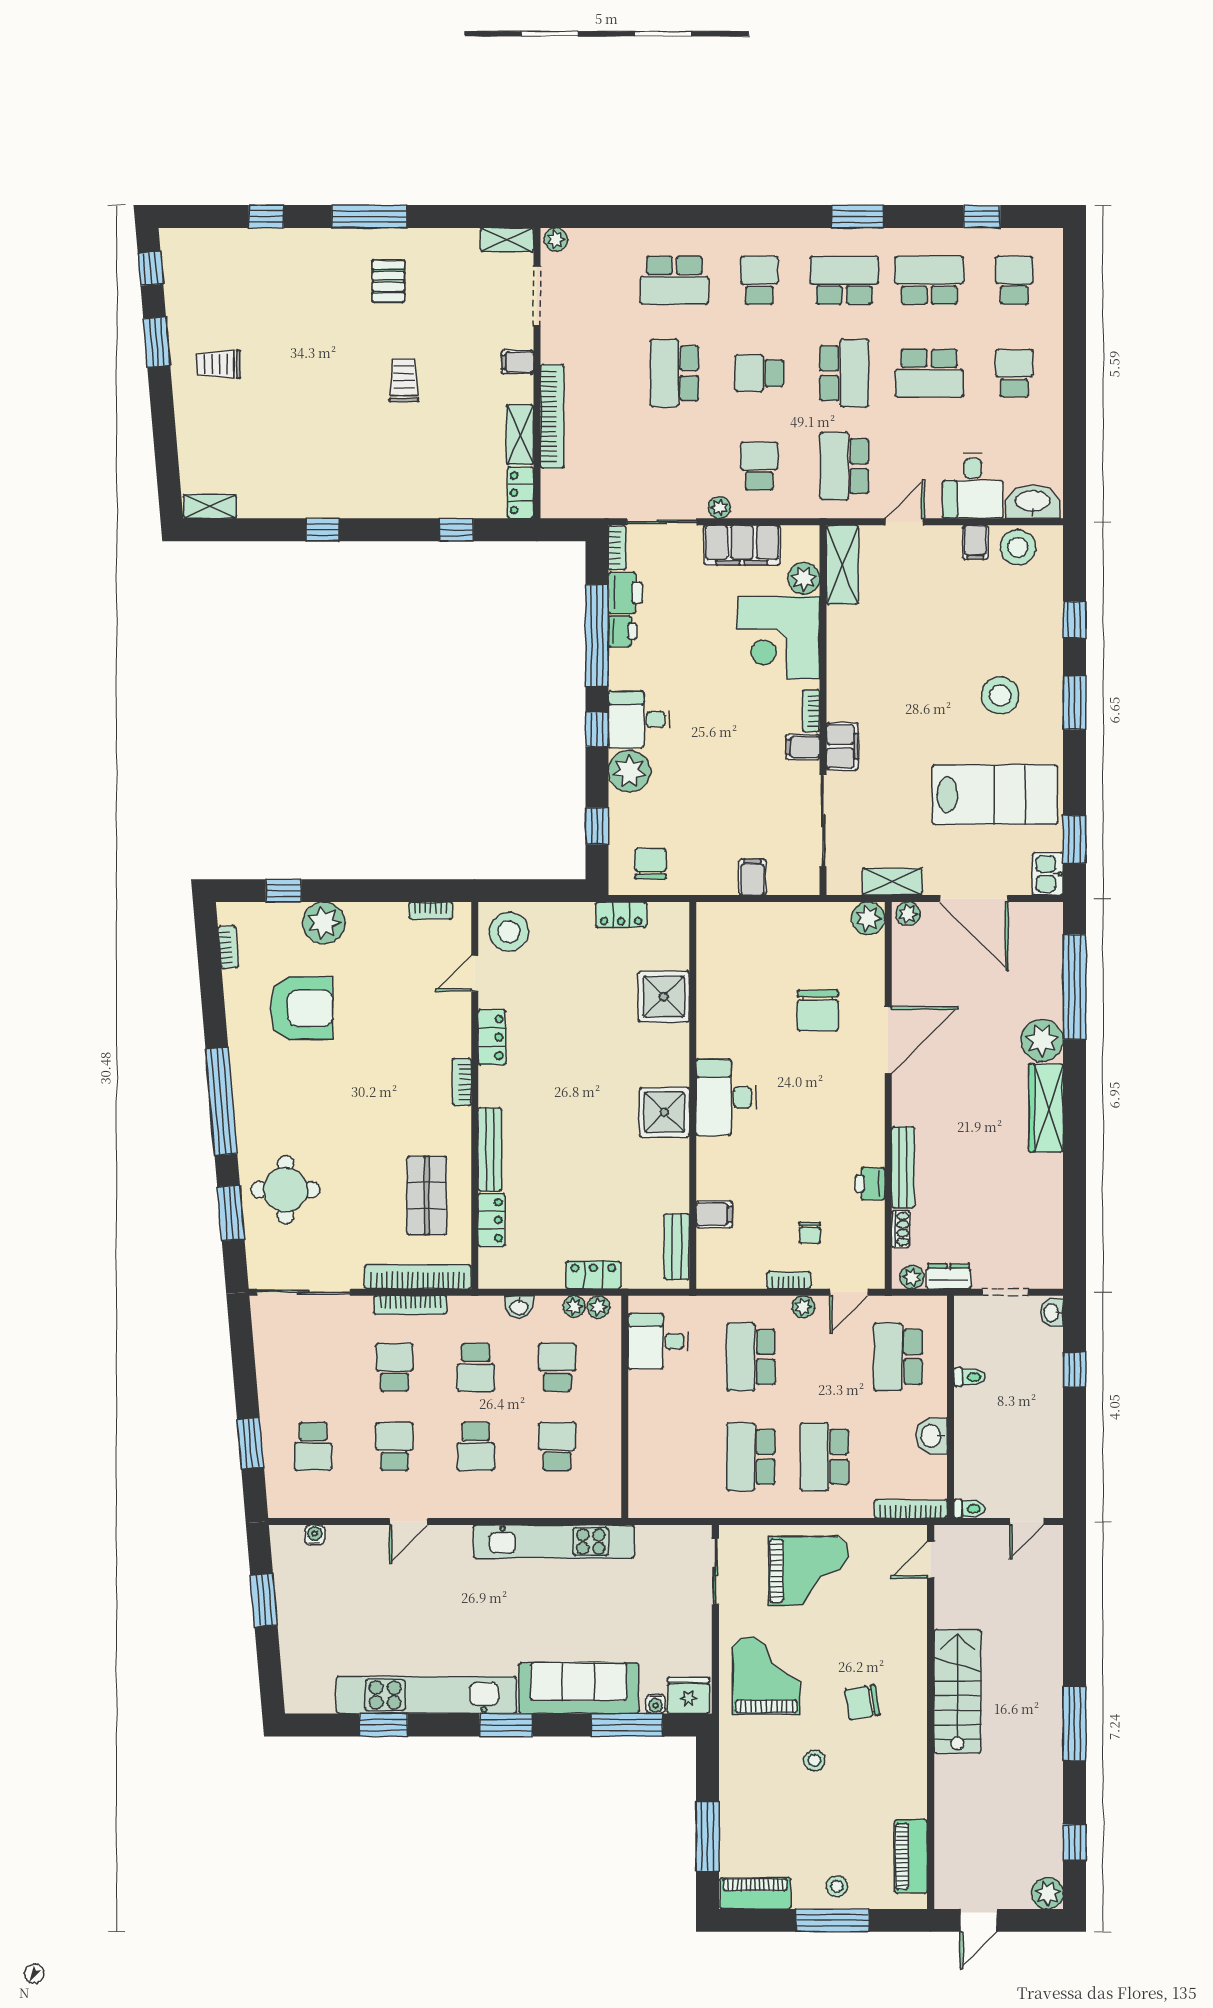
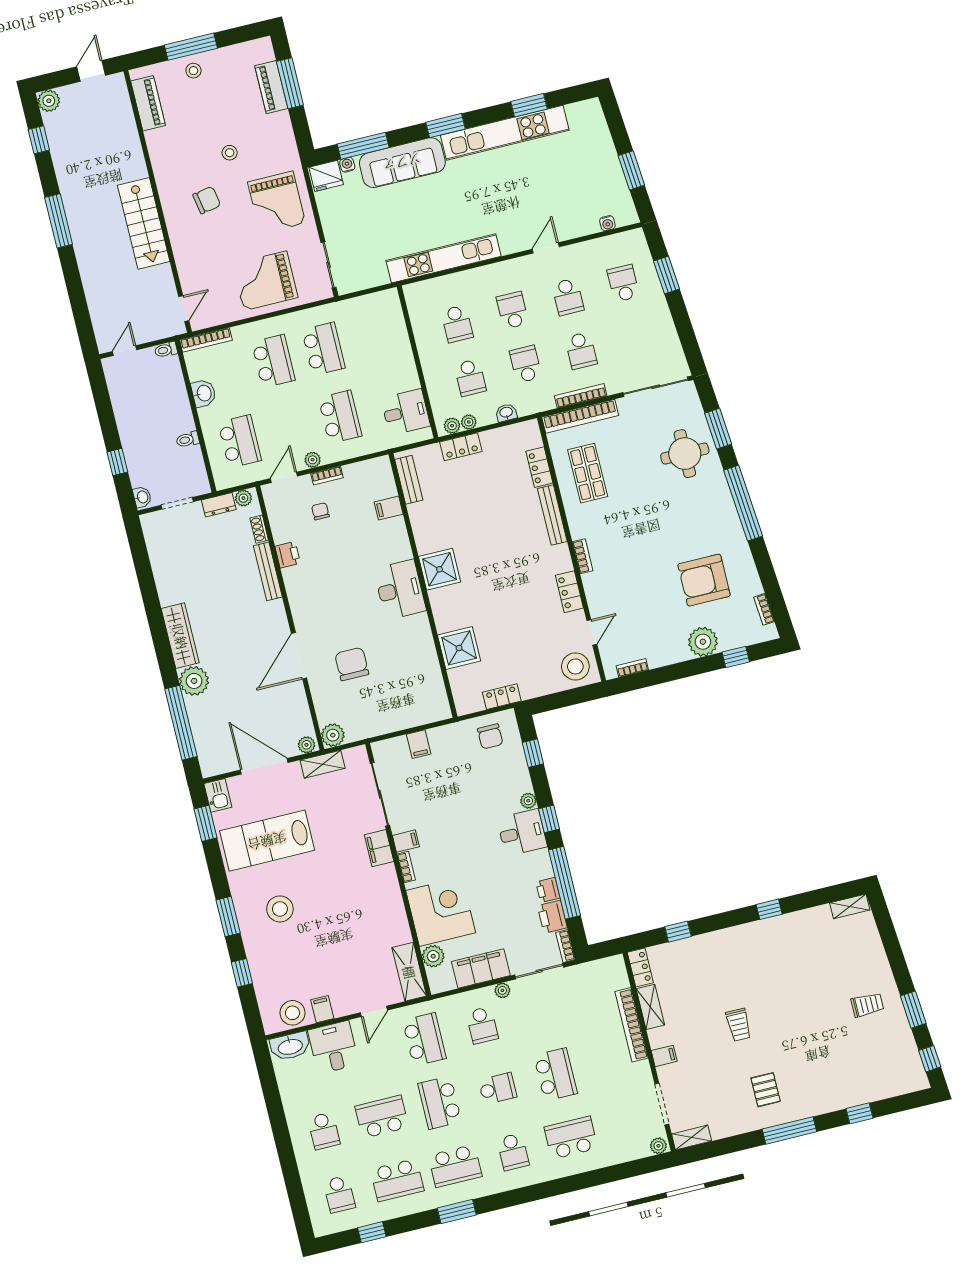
plant: (629, 771) -> (528, 801), width x0.53, depth x0.53
piano: (755, 1893) -> (271, 87), moved, turned 90

